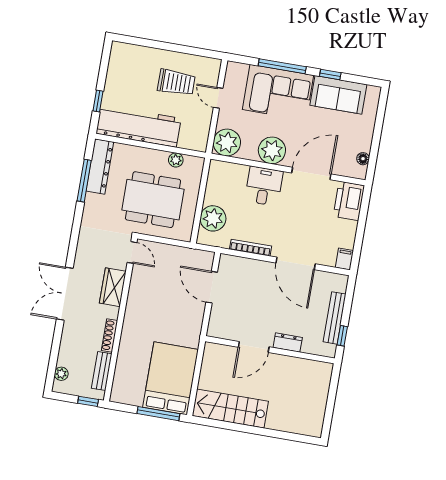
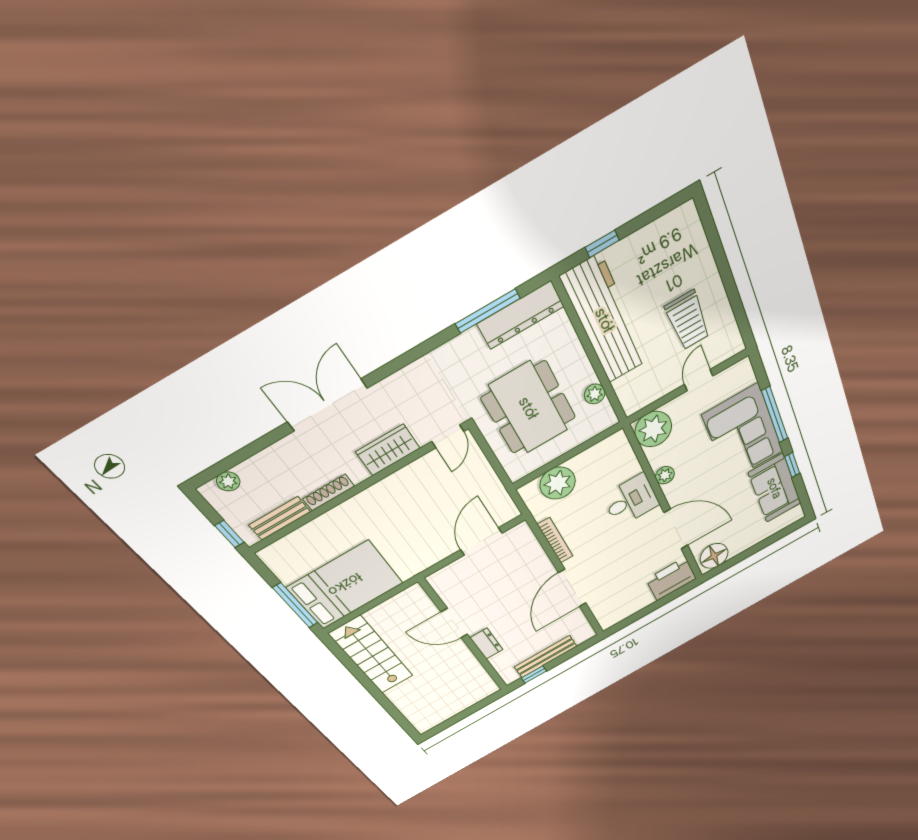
plant: (272, 150) -> (665, 475), width x0.53, depth x0.53
floor lamp: (363, 159) -> (714, 556), width x1.89, depth x1.89
filing cabinet: (344, 259) -> (610, 619), removed

